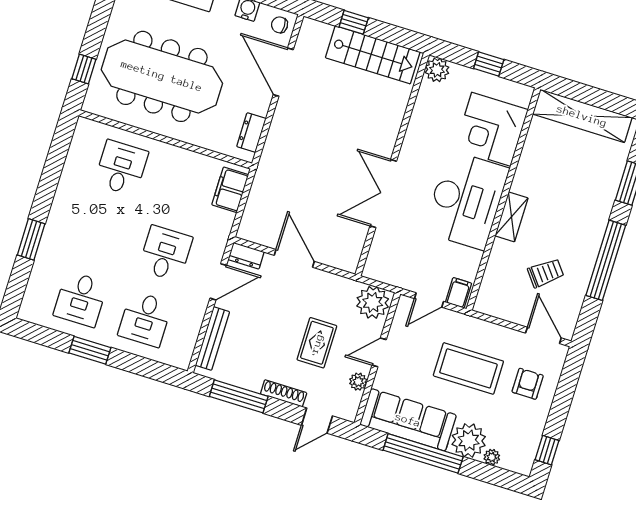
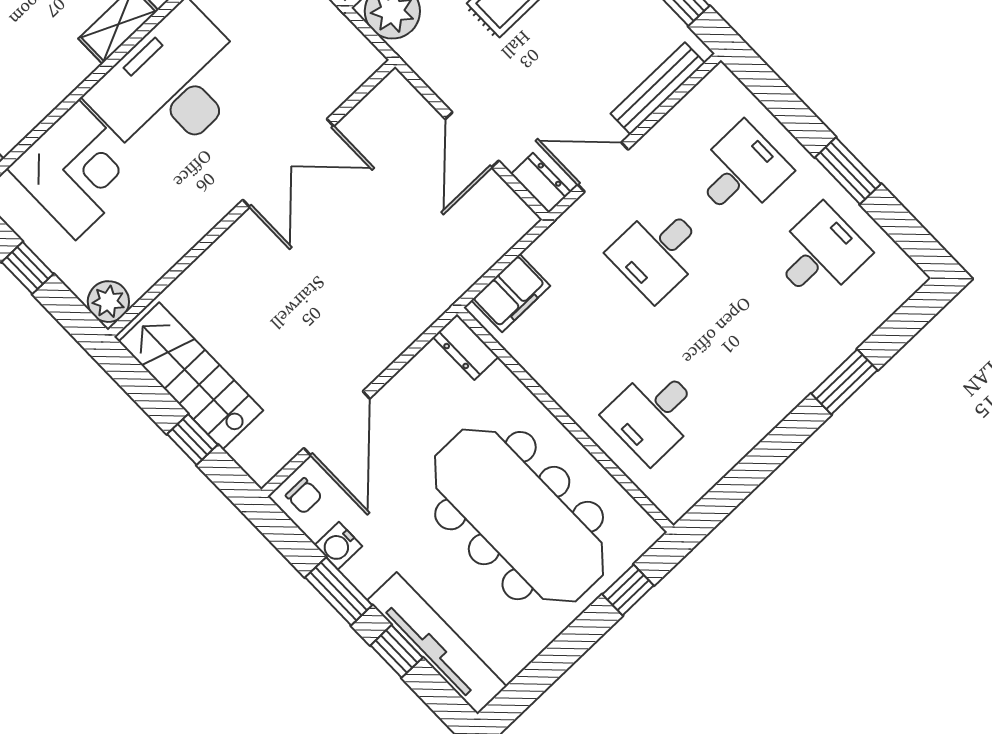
dresser: (251, 133) -> (466, 347), moved, turned 90

